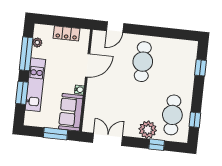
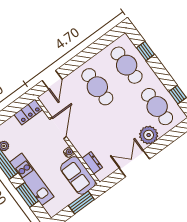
locker: (66, 33) -> (28, 112), moved
cafe table: (178, 65) -> (127, 65), added
dresser: (89, 113) -> (92, 163), added
double door: (108, 139) -> (134, 163), moved
window: (157, 145) -> (166, 140), removed

